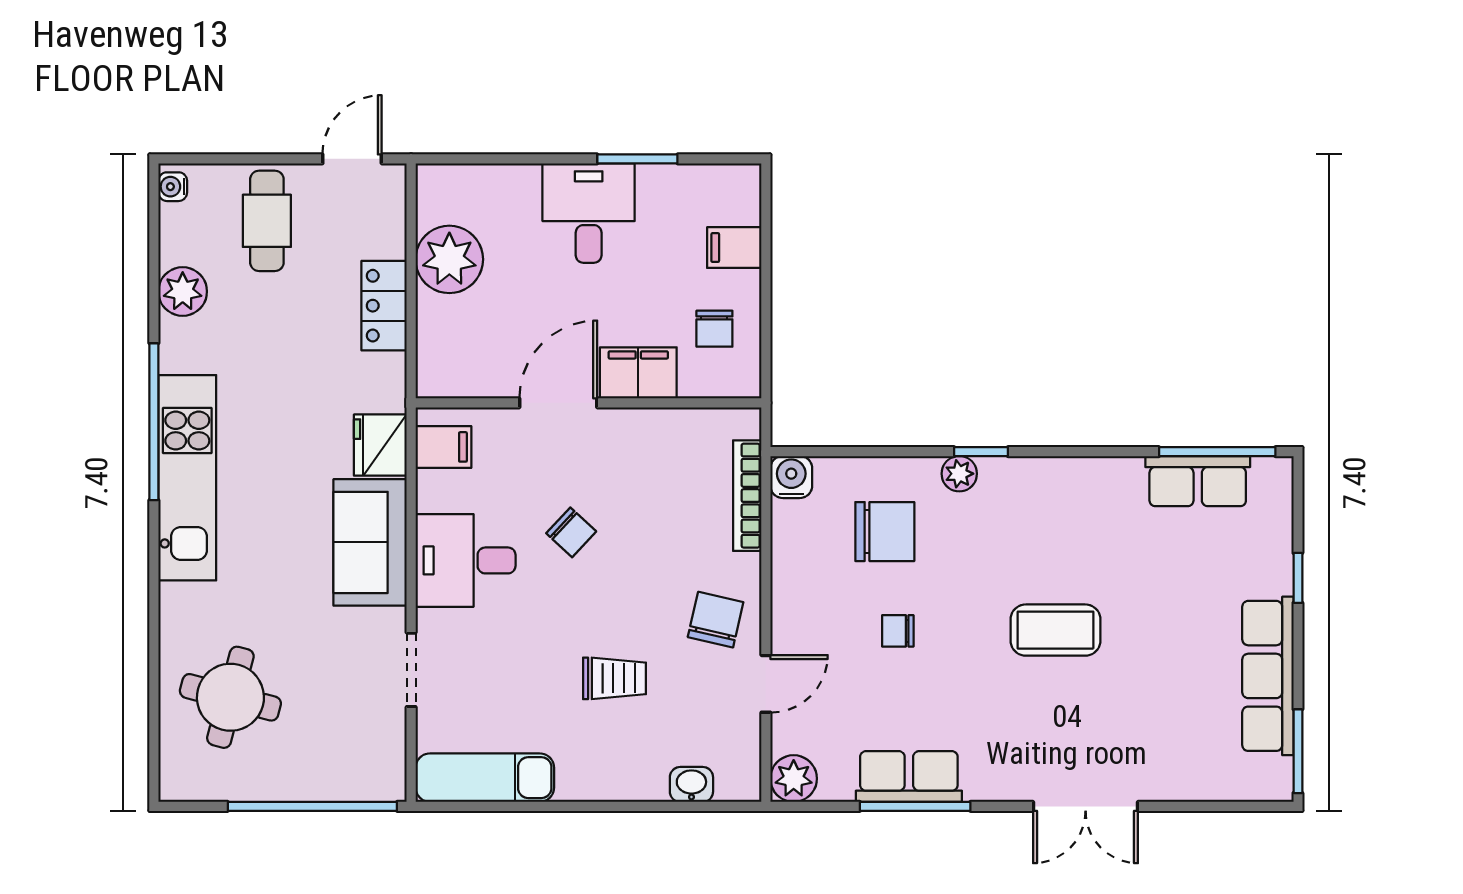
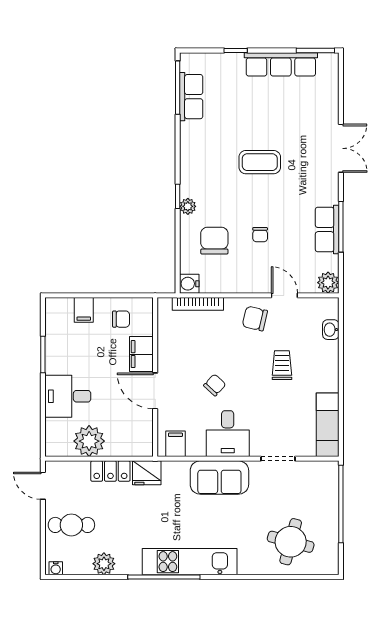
desk: (589, 213) -> (68, 396), moved
fridge: (380, 445) -> (147, 473), moved
coffee table: (1055, 630) -> (260, 162), turned 90

